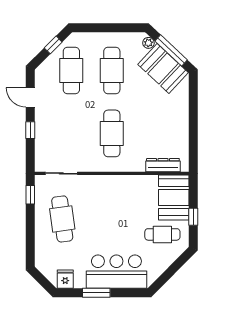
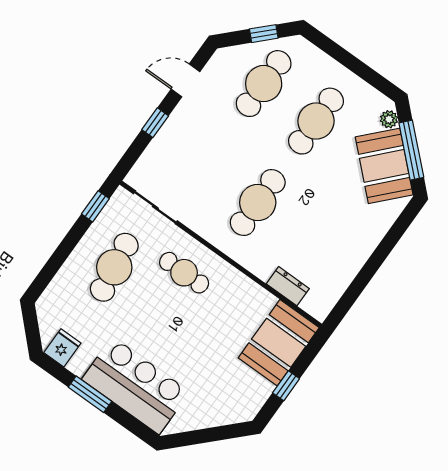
door: (30, 97) -> (186, 80), hinge flipped
dresser: (163, 165) -> (288, 286), width x0.70
cafe table: (162, 234) -> (184, 273), moved

